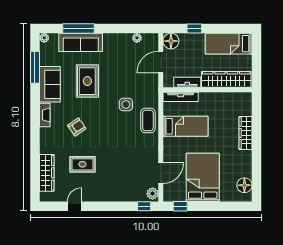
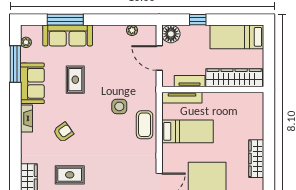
plant: (44, 38) -> (26, 42), moved
door: (161, 62) -> (159, 58), hinge flipped
rug: (87, 81) -> (75, 80), width x0.73, depth x0.70
wardrobe: (245, 133) -> (256, 159), moved

